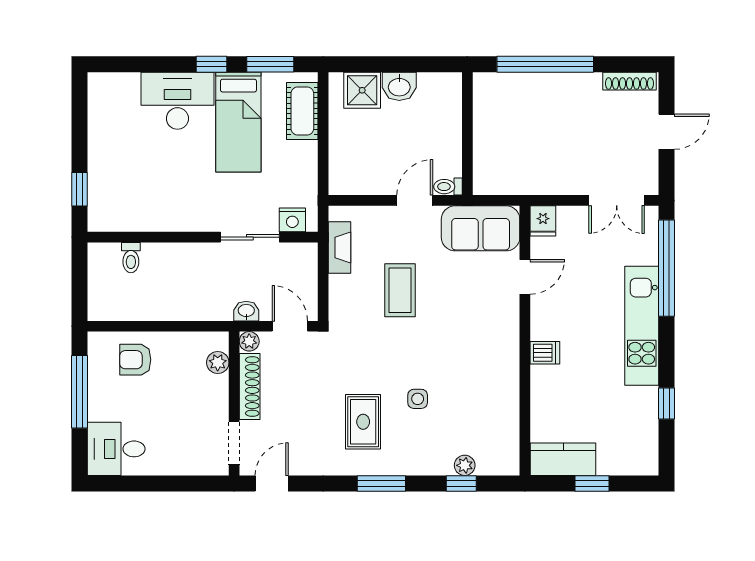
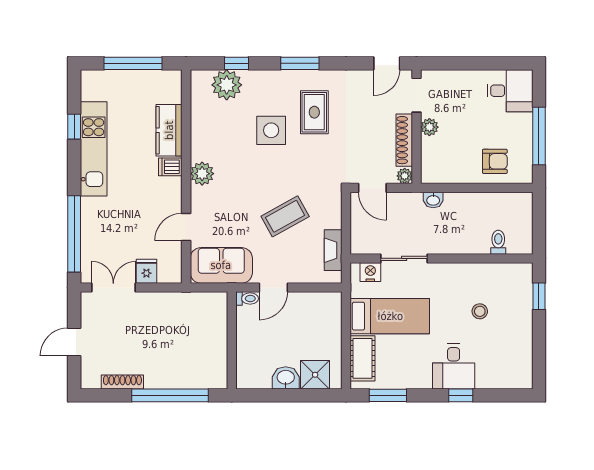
window: (212, 64) -> (461, 395), moved
shoe rack: (629, 81) -> (122, 382), moved
desk: (177, 101) -> (454, 367), width x0.73
bed: (238, 122) -> (390, 316), moved, turned 90
stool: (154, 170) -> (480, 311), added
fridge: (543, 221) -> (146, 271), moved
coffee table: (400, 290) -> (285, 216), turned 61
washbasin: (246, 311) -> (433, 200), moved
kitchen unit: (642, 326) -> (94, 149), moved
plant: (505, 344) -> (202, 174), added
plant: (218, 363) -> (429, 127), moved
side table: (418, 399) -> (271, 130), width x1.87, depth x1.87
kitchen counter: (563, 459) -> (169, 130), moved, turned 90
plant: (465, 465) -> (227, 85), width x1.88, depth x1.88
window: (592, 483) -> (133, 63), width x2.17

